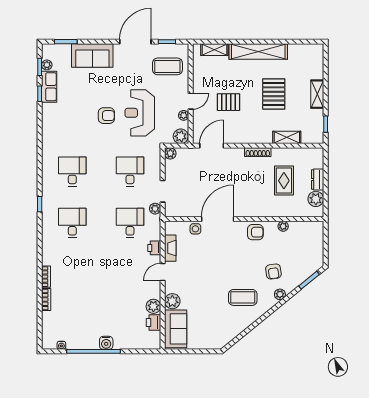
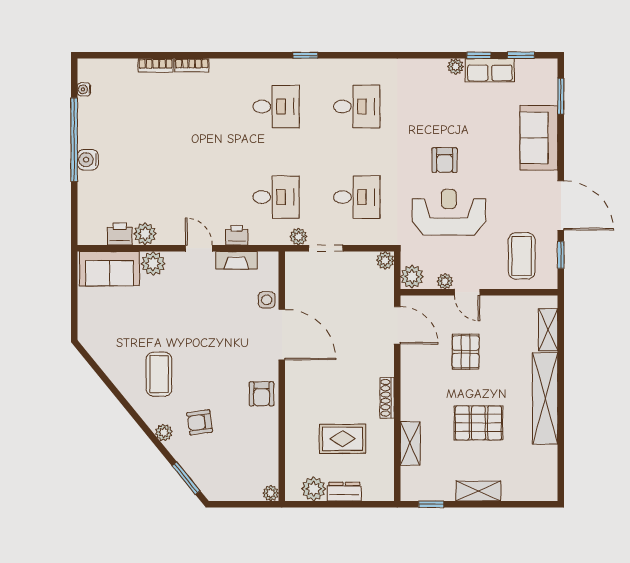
plant: (47, 65) -> (456, 66), moved
plant: (283, 226) -> (271, 493), moved

